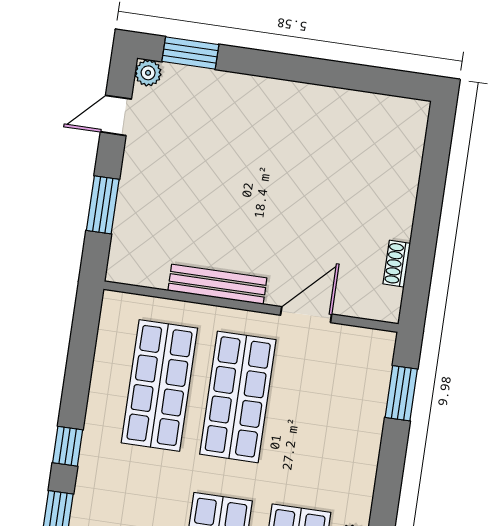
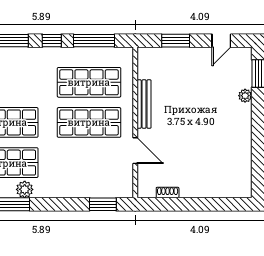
plant: (148, 73) -> (245, 96), moved
door: (116, 115) -> (221, 41), swing flipped
window: (80, 364) -> (94, 41), added

